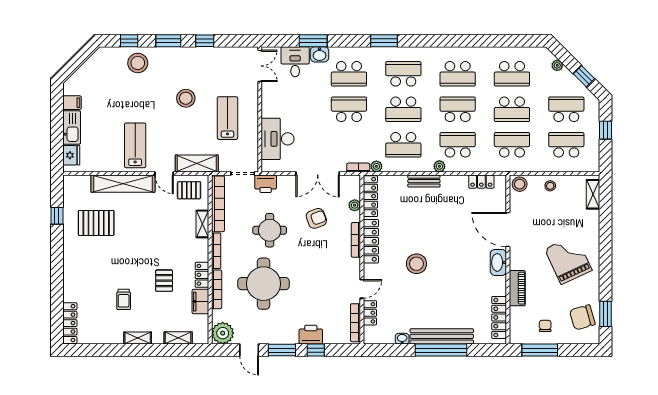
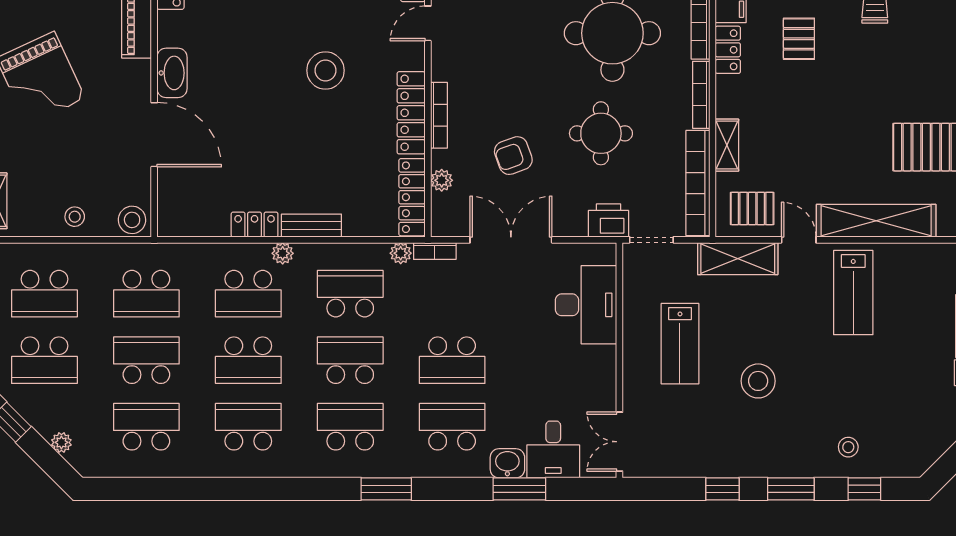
stool: (138, 63) -> (848, 447), width x0.53, depth x0.53
school desk: (403, 74) -> (350, 427), turned 180
locker: (481, 182) -> (255, 225), moved

